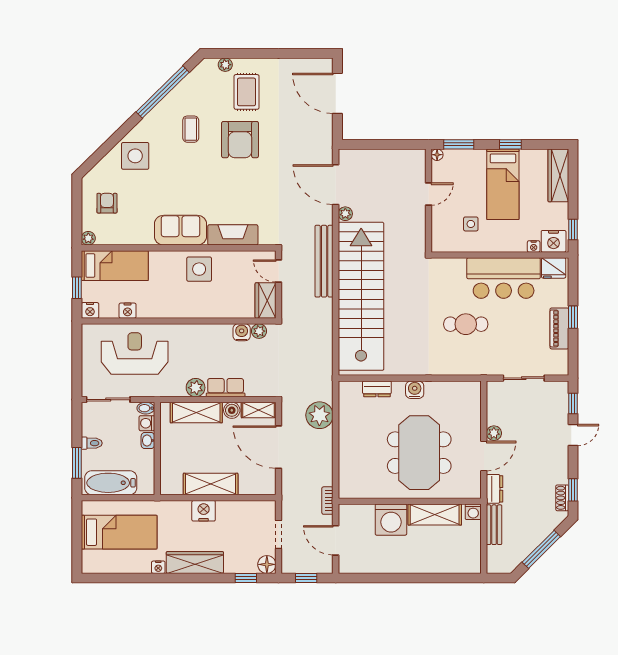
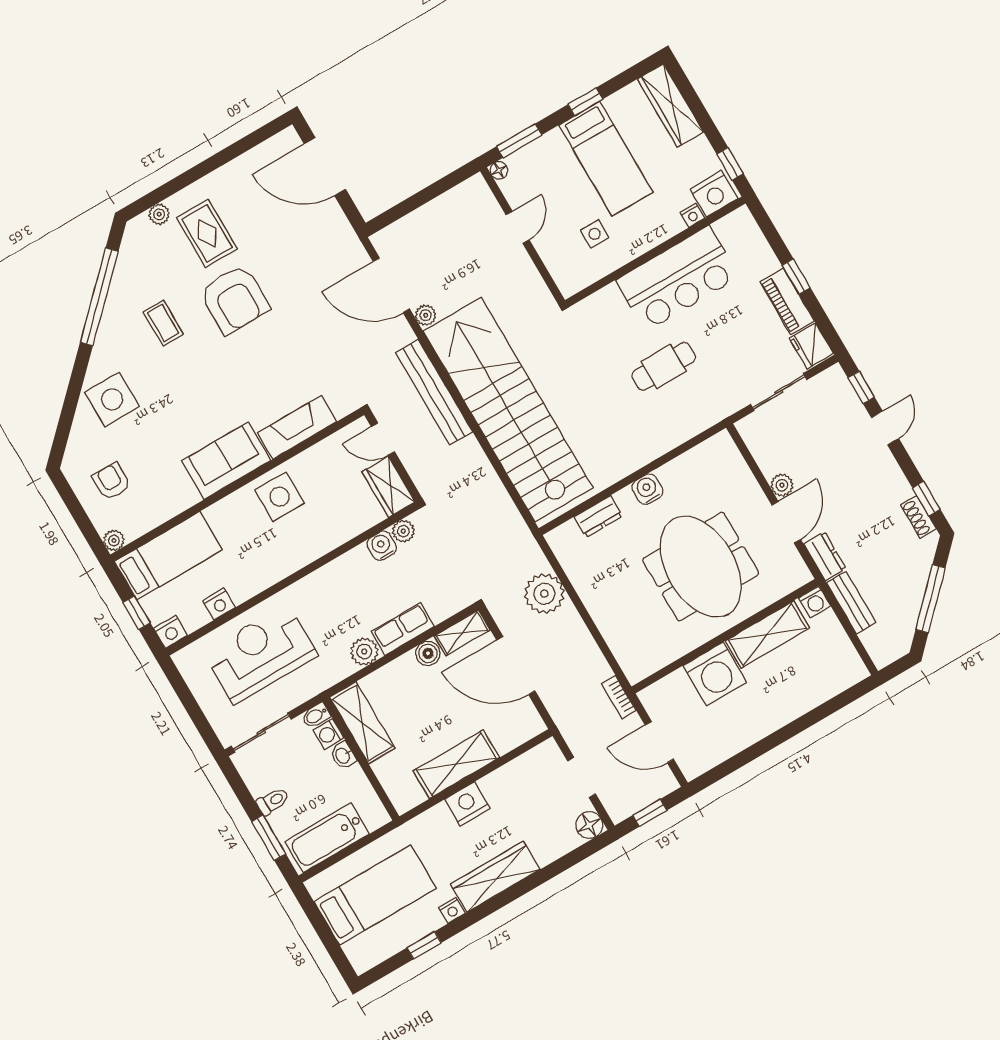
fridge: (554, 268) -> (811, 346), moved, turned 90
shelving: (196, 413) -> (362, 723), moved, turned 90
window: (246, 578) -> (424, 945), moved

